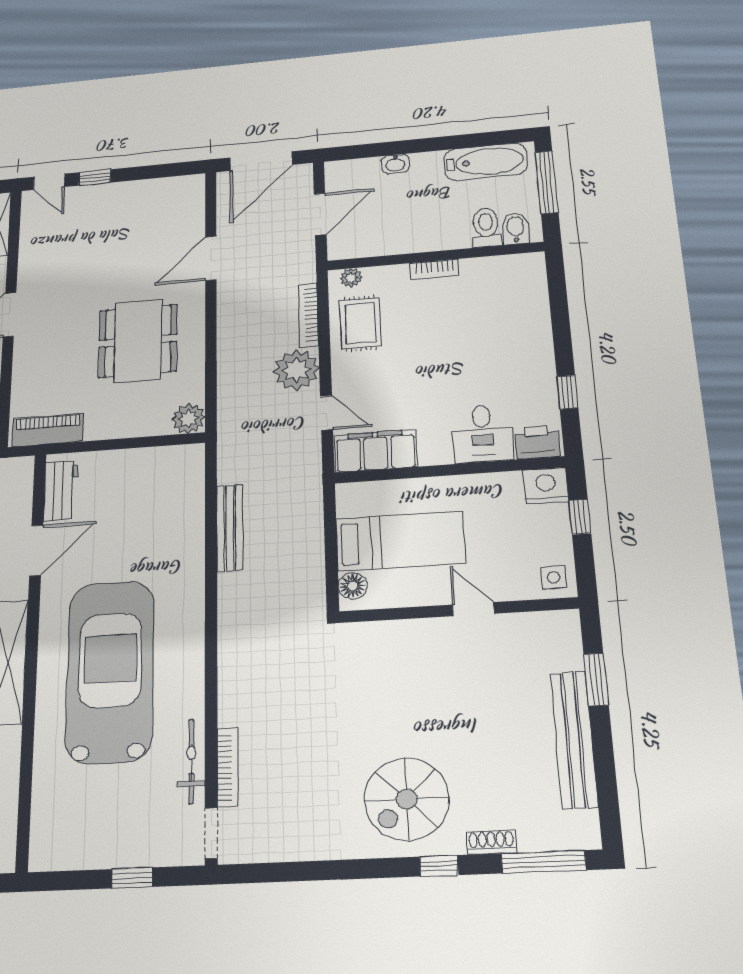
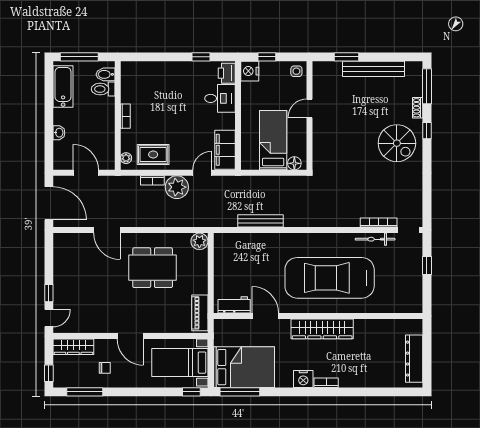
bookcase: (308, 315) -> (152, 180), width x0.64

